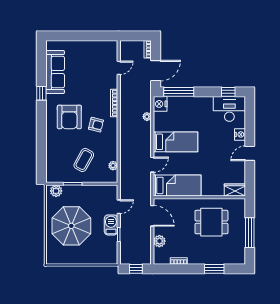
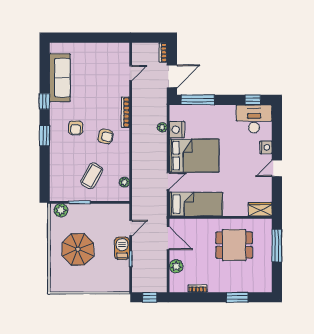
nightstand: (160, 104) -> (177, 130), moved
armchair: (69, 117) -> (76, 128), width x0.53, depth x0.53
window: (41, 124) -> (45, 135), added
bed: (176, 142) -> (194, 156), width x1.50
parasol: (71, 226) -> (78, 249), width x0.73, depth x0.73
window: (250, 233) -> (277, 245), moved

